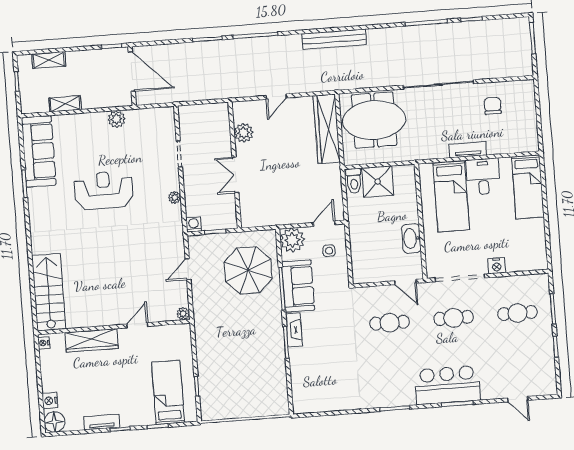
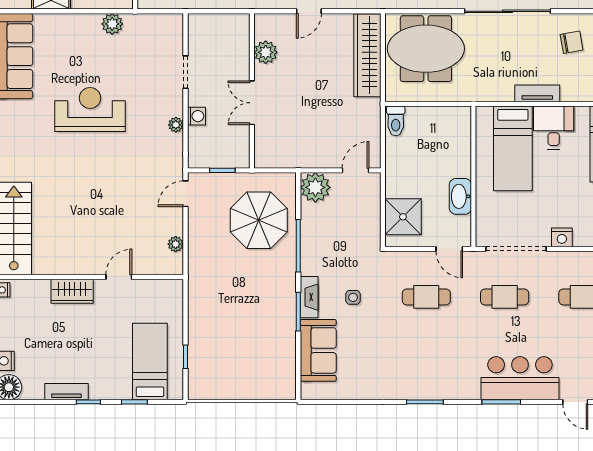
chair: (493, 106) -> (572, 42), turned 80
shower: (378, 182) -> (403, 217), moved
washing machine: (194, 224) -> (196, 116), moved, turned 90
side table: (329, 251) -> (353, 297), moved
door: (188, 269) -> (186, 194), moved
sofa: (298, 286) -> (318, 350), moved
plant: (183, 314) -> (176, 244), moved
wardrobe: (92, 340) -> (72, 291), width x0.67
bar counter: (447, 385) -> (520, 378), moved

